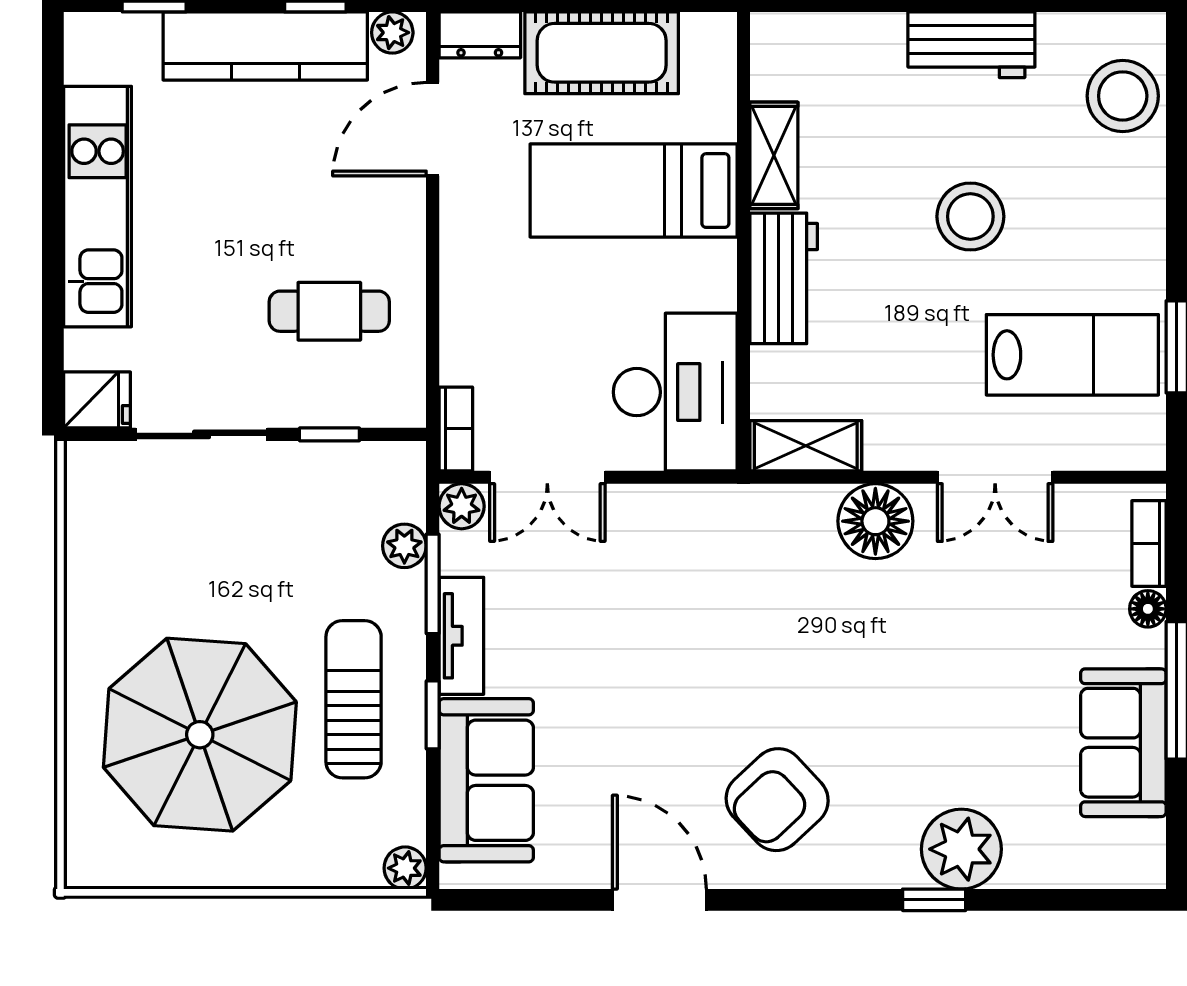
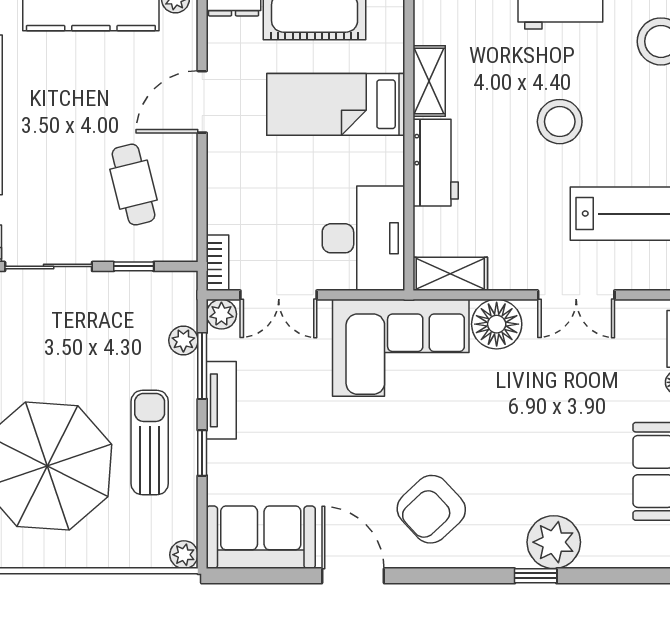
door: (433, 129) -> (202, 102), moved
cafe table: (329, 311) -> (134, 185), turned 76
corner sofa: (731, 557) -> (401, 348), added
sofa: (486, 780) -> (261, 537), moved, turned -90

